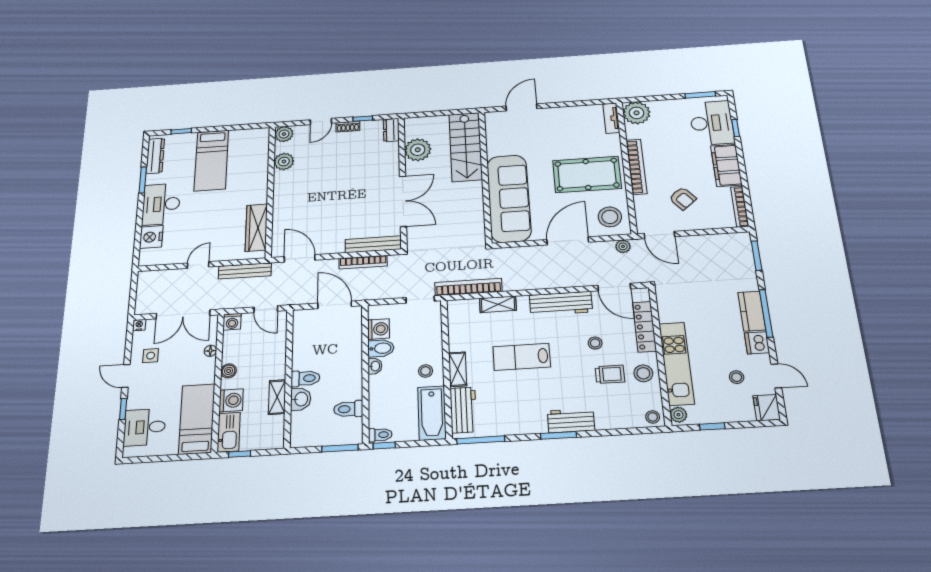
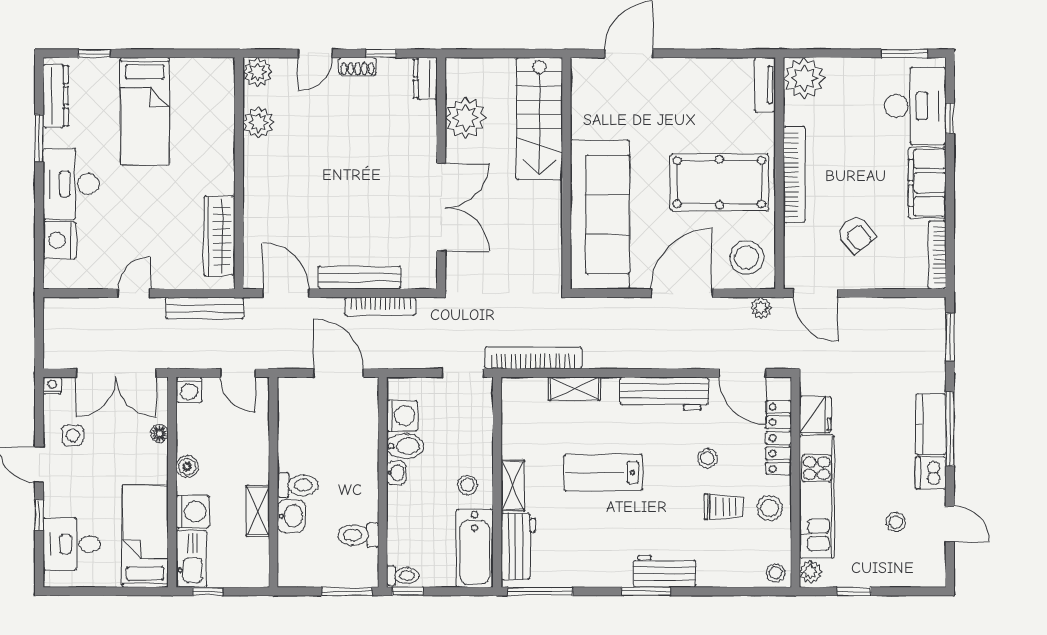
bench: (373, 244) -> (359, 278), moved
fridge: (767, 408) -> (815, 415), moved, turned 180

